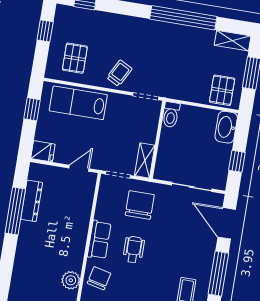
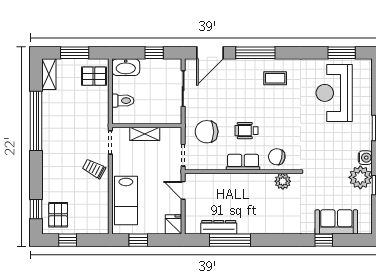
pallet: (75, 58) -> (58, 215), moved, turned 90
toilet: (171, 115) -> (123, 101), moved
shelving: (145, 160) -> (145, 134), moved

